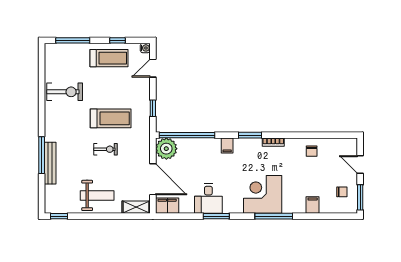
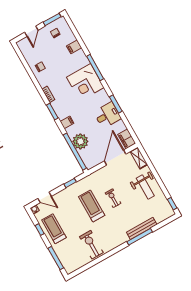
plant: (166, 149) -> (80, 141), moved
weight bench: (97, 195) -> (145, 187), turned 180

